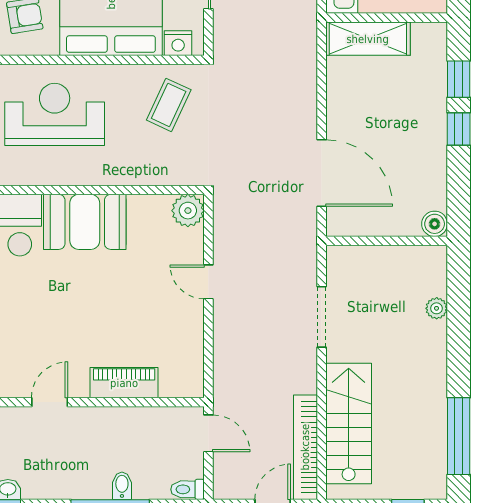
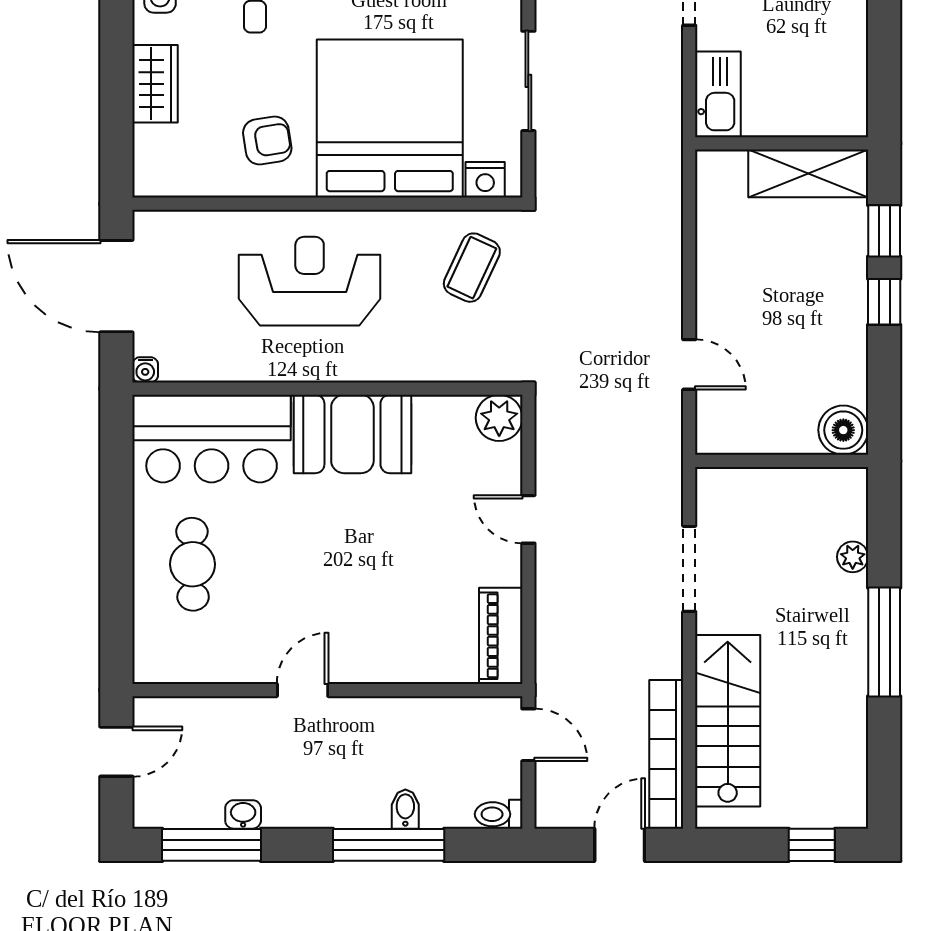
shelving: (368, 39) -> (808, 173), moved
door: (322, 173) -> (689, 364), width x0.53
boiler: (435, 224) -> (843, 430), width x1.36, depth x1.36
piano: (124, 383) -> (501, 636), moved, turned -90
window: (459, 436) -> (884, 642), moved

